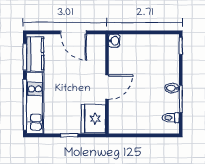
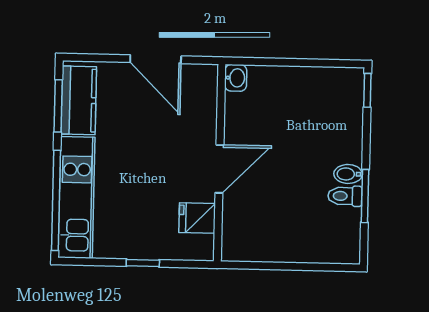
toilet: (171, 118) -> (345, 196), moved
fridge: (93, 119) -> (197, 218), width x0.53, depth x0.75

